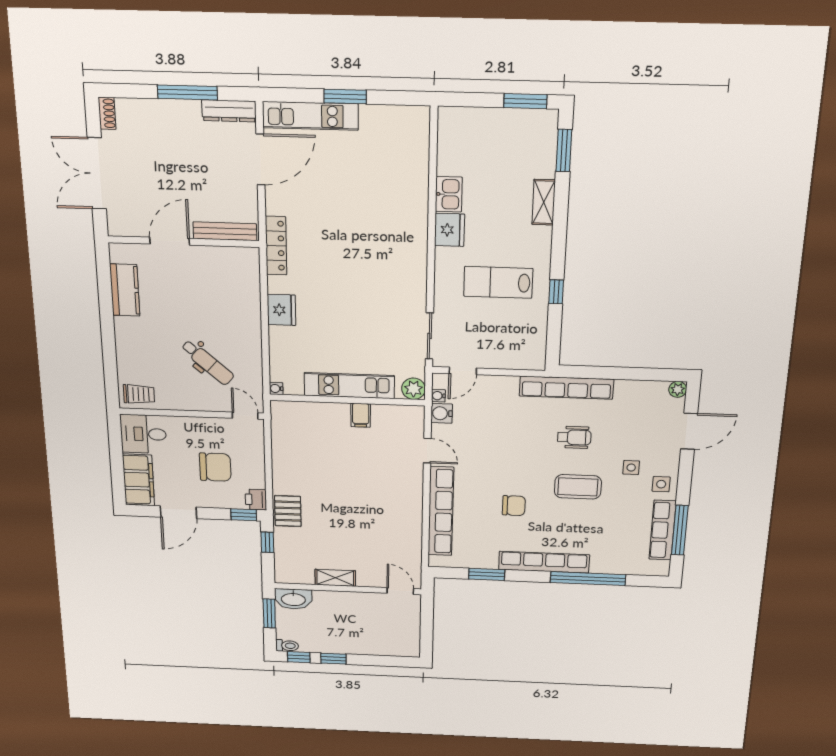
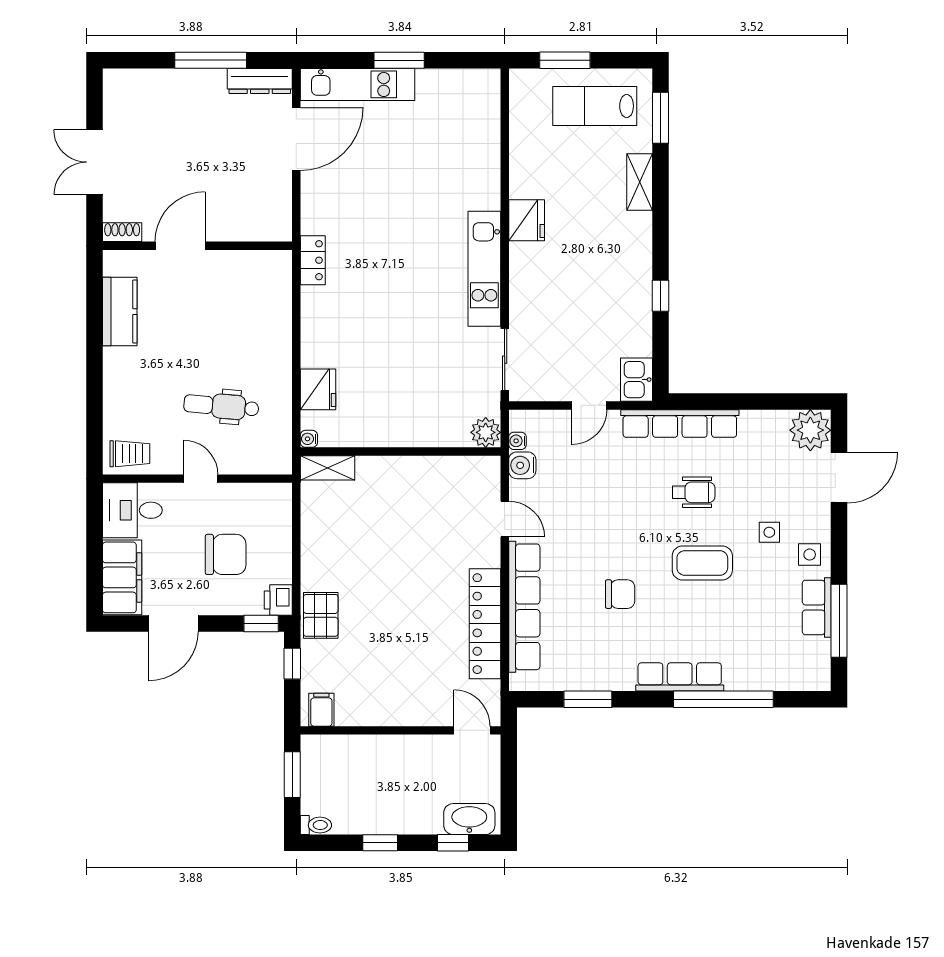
window: (525, 101) -> (565, 60), moved
shoe rack: (107, 113) -> (122, 232), moved, turned -90
double door: (97, 173) -> (94, 162), width x0.73
kitchen sink: (449, 194) -> (636, 380), moved, turned 180
bench: (225, 231) -> (250, 231), removed
locker: (276, 246) -> (313, 260), width x0.66
lab bench: (498, 282) -> (595, 106), moved
fridge: (281, 310) -> (318, 389), moved
dental chair: (208, 363) -> (221, 406), turned 144
door: (463, 371) -> (589, 405), moved
kitchen unit: (349, 386) -> (484, 269), moved, turned -90
plant: (678, 389) -> (810, 430), width x1.88, depth x1.88
filing cabinet: (361, 415) -> (321, 710), moved, turned 180
door: (245, 416) -> (201, 479), moved
locker: (411, 521) -> (485, 624), added
row of seats: (663, 530) -> (817, 607), width x0.68
row of seats: (544, 562) -> (680, 677), width x0.73
shelving: (335, 578) -> (327, 468), moved
washbasin: (293, 599) -> (469, 819), moved, turned 180
window: (299, 657) -> (453, 843), moved

